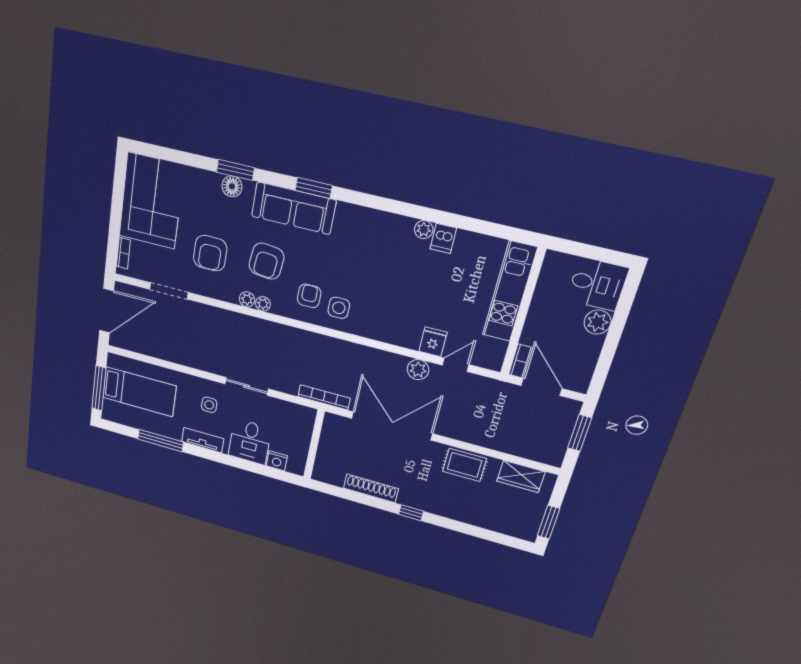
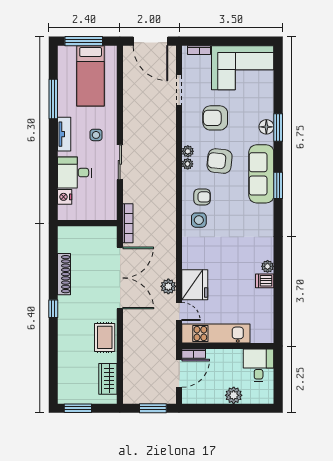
desk: (597, 284) -> (259, 365), moved, turned 180
kitchen unit: (509, 292) -> (216, 333), moved
fridge: (433, 342) -> (195, 285), width x1.88, depth x1.34

